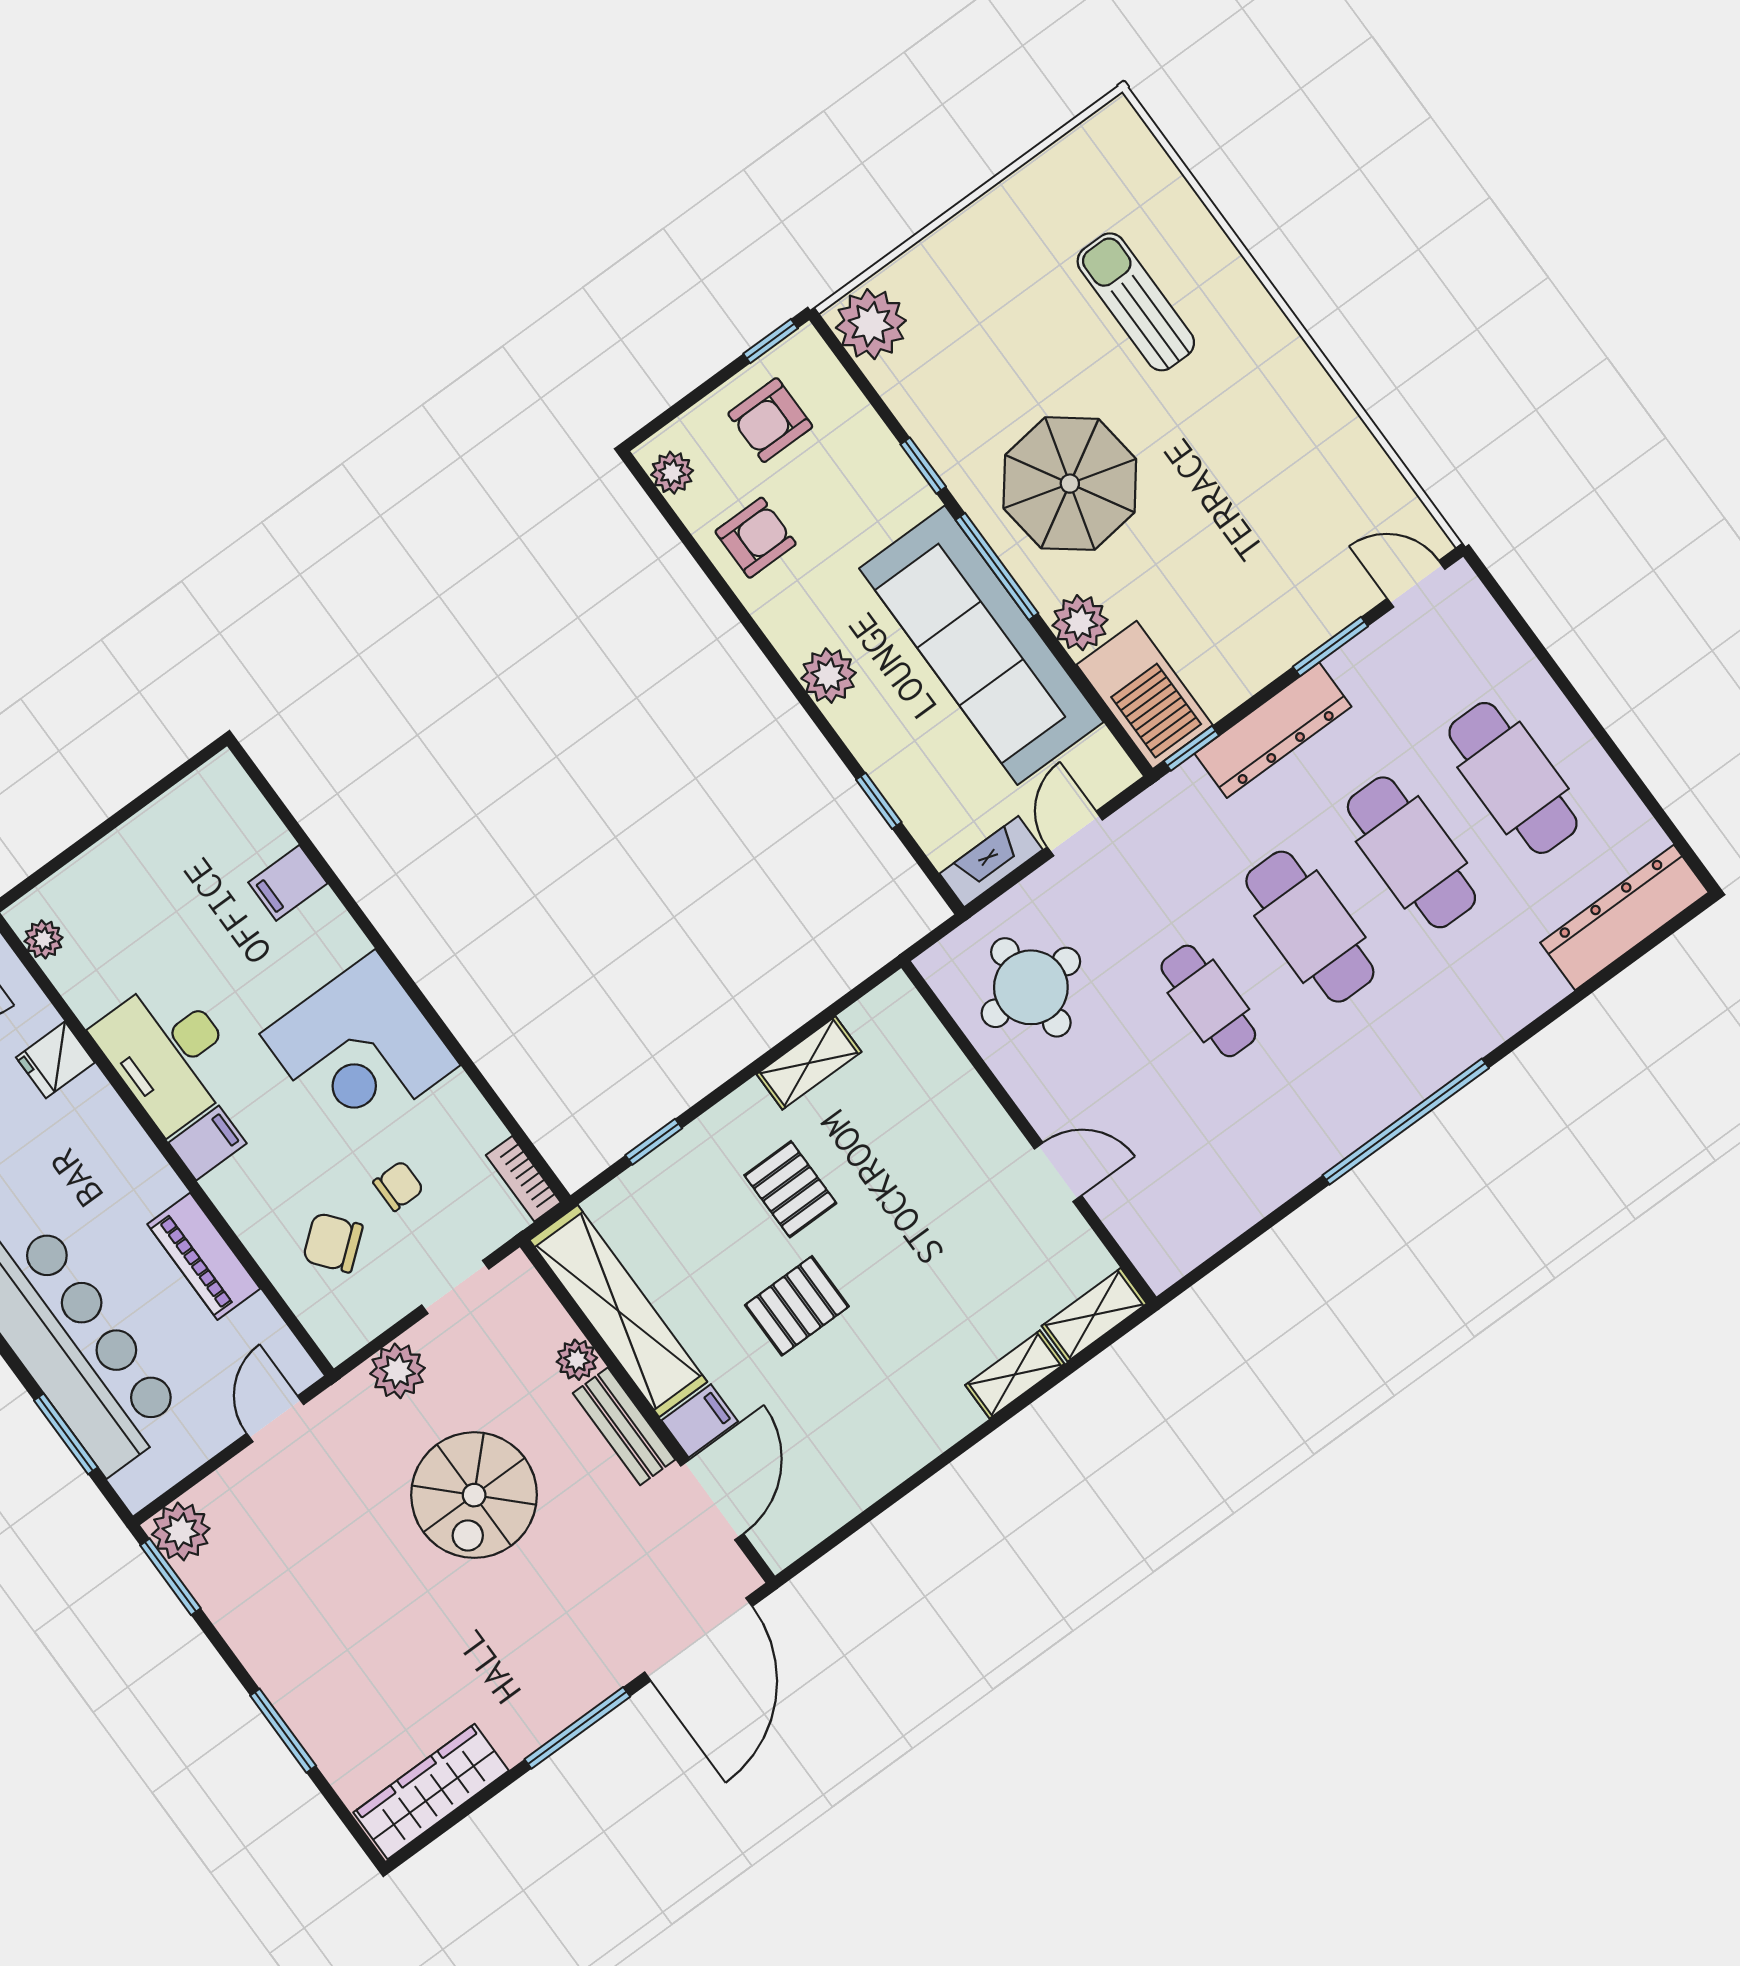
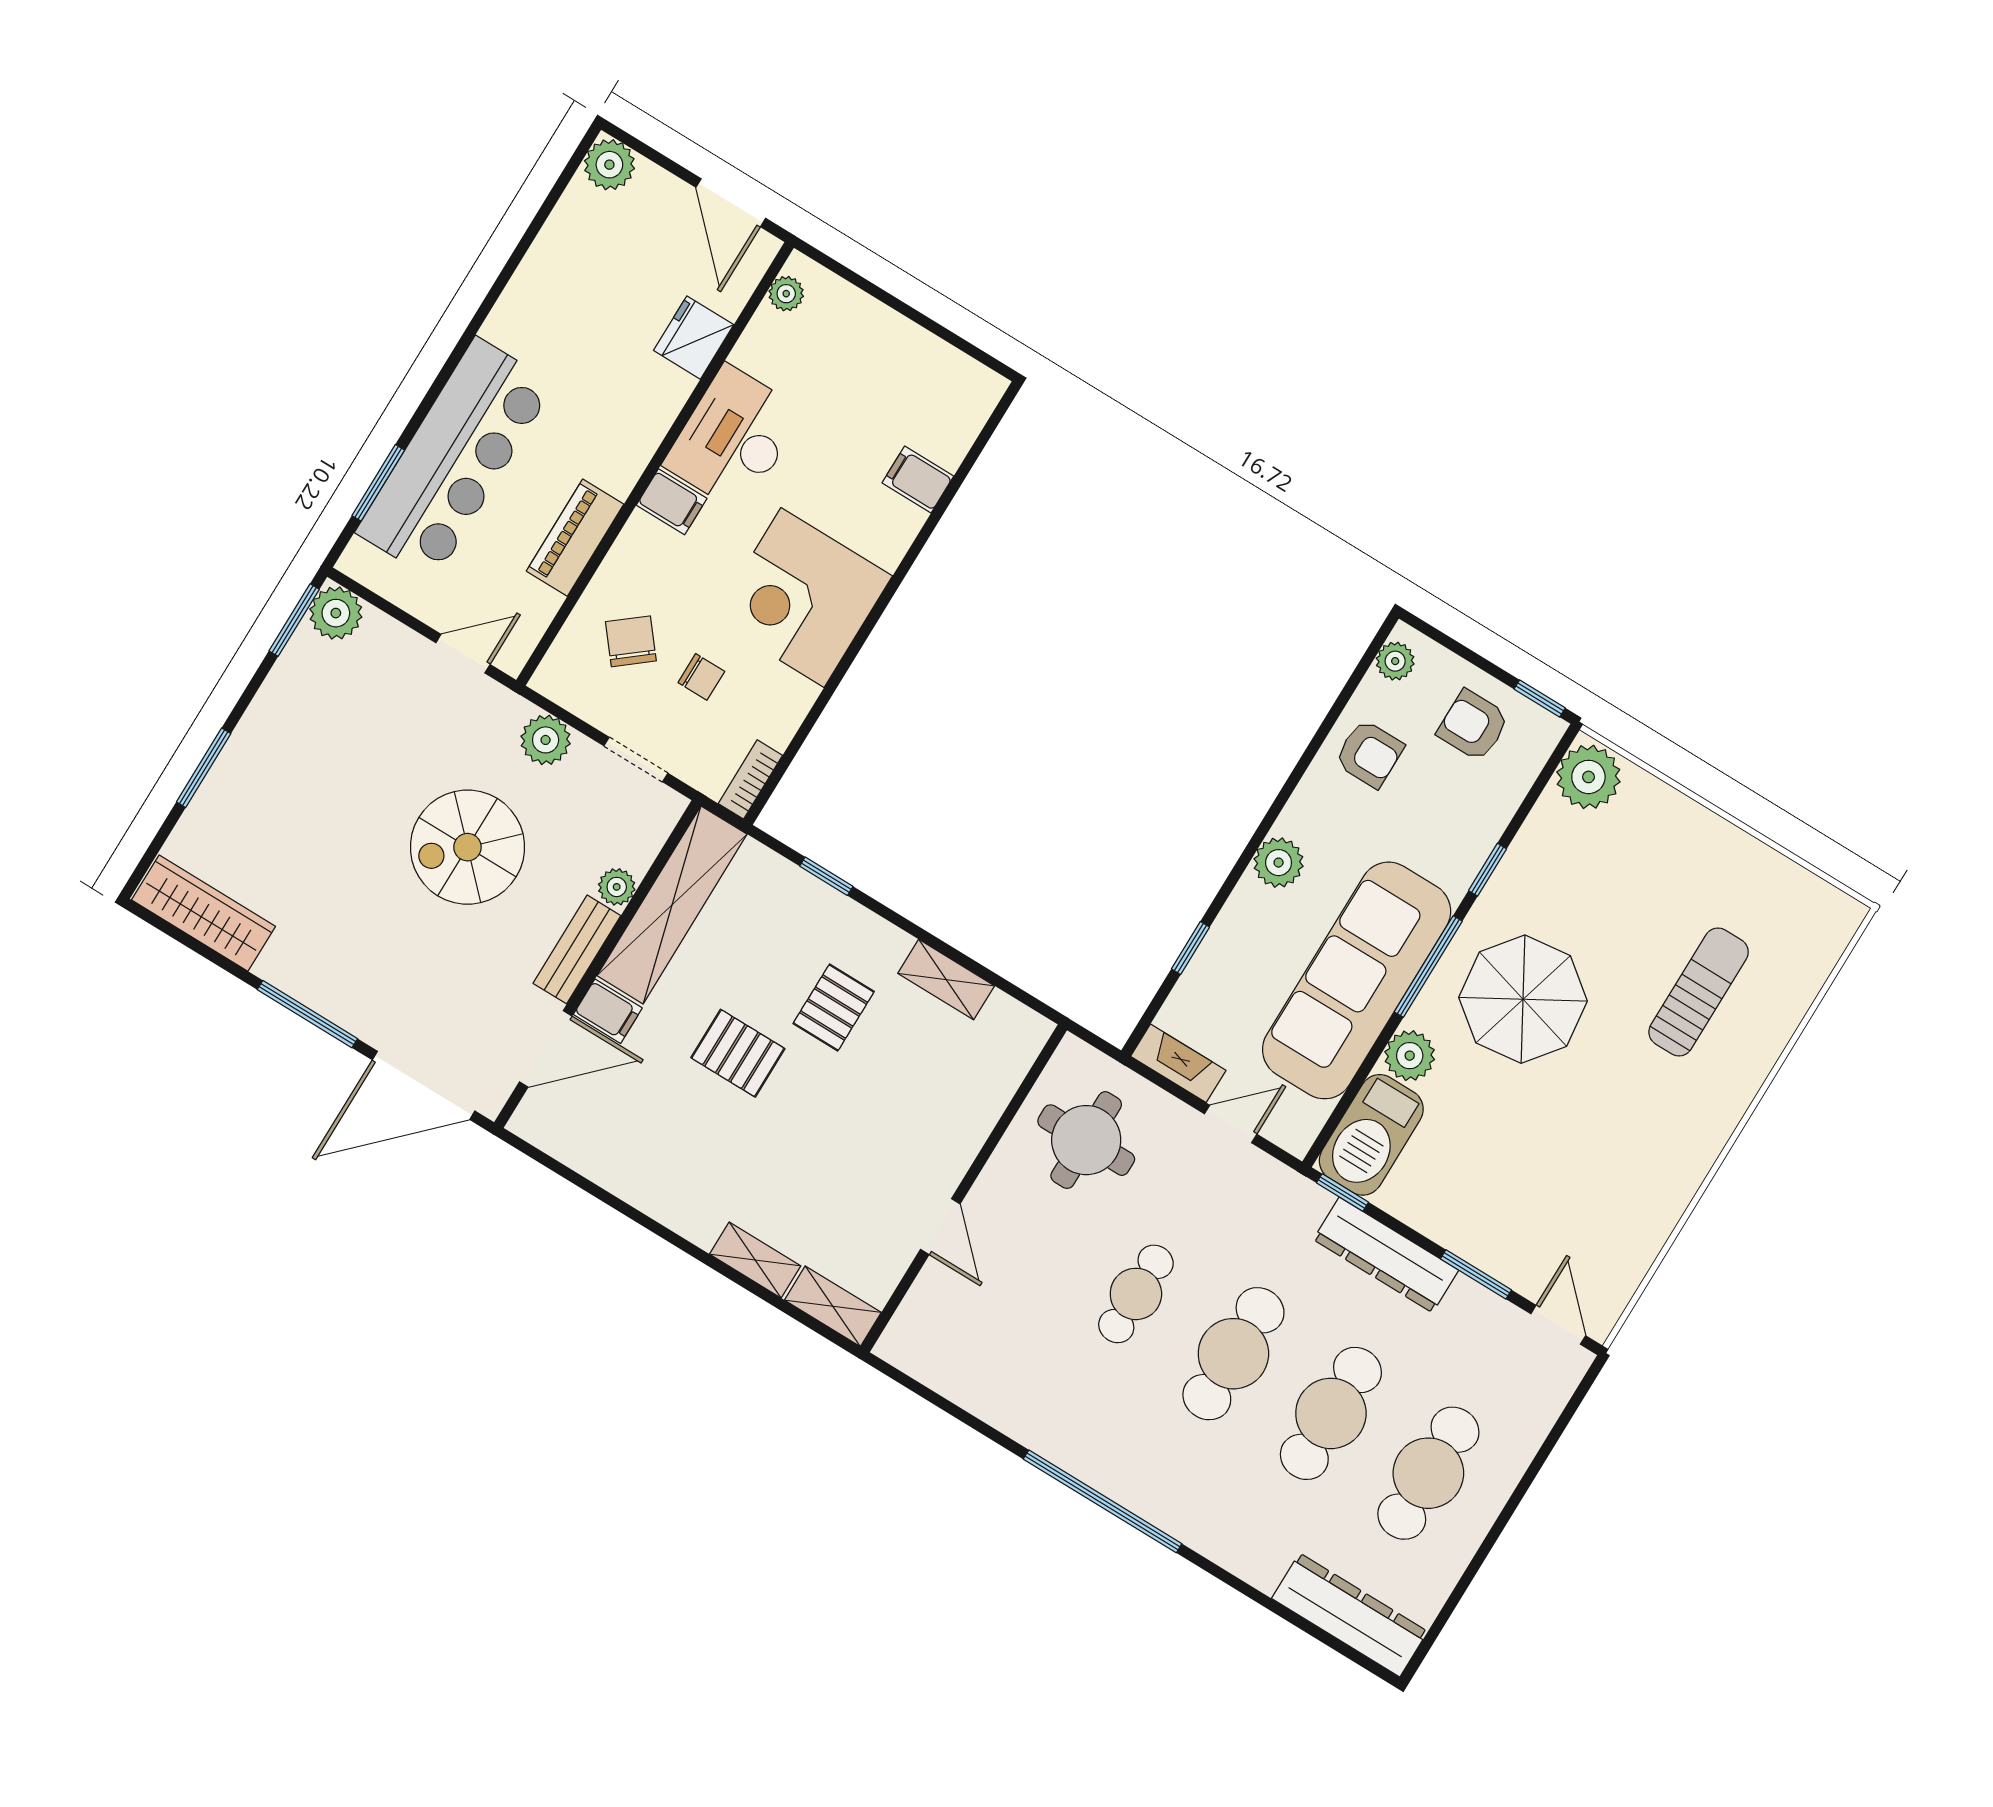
fridge: (55, 1060) -> (694, 338), width x1.38

